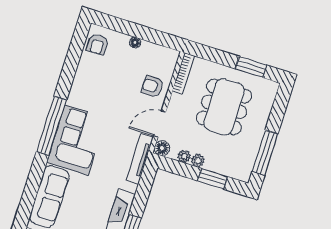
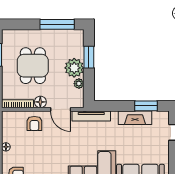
dining table: (224, 107) -> (33, 66), width x0.73
floor lamp: (162, 148) -> (40, 102), moved
plant: (198, 161) -> (74, 68), width x1.87, depth x1.87

